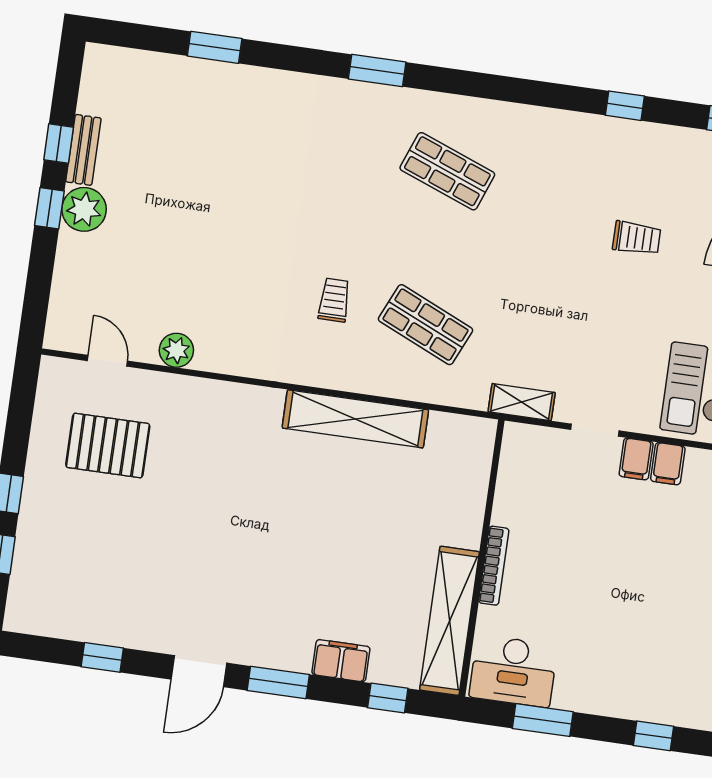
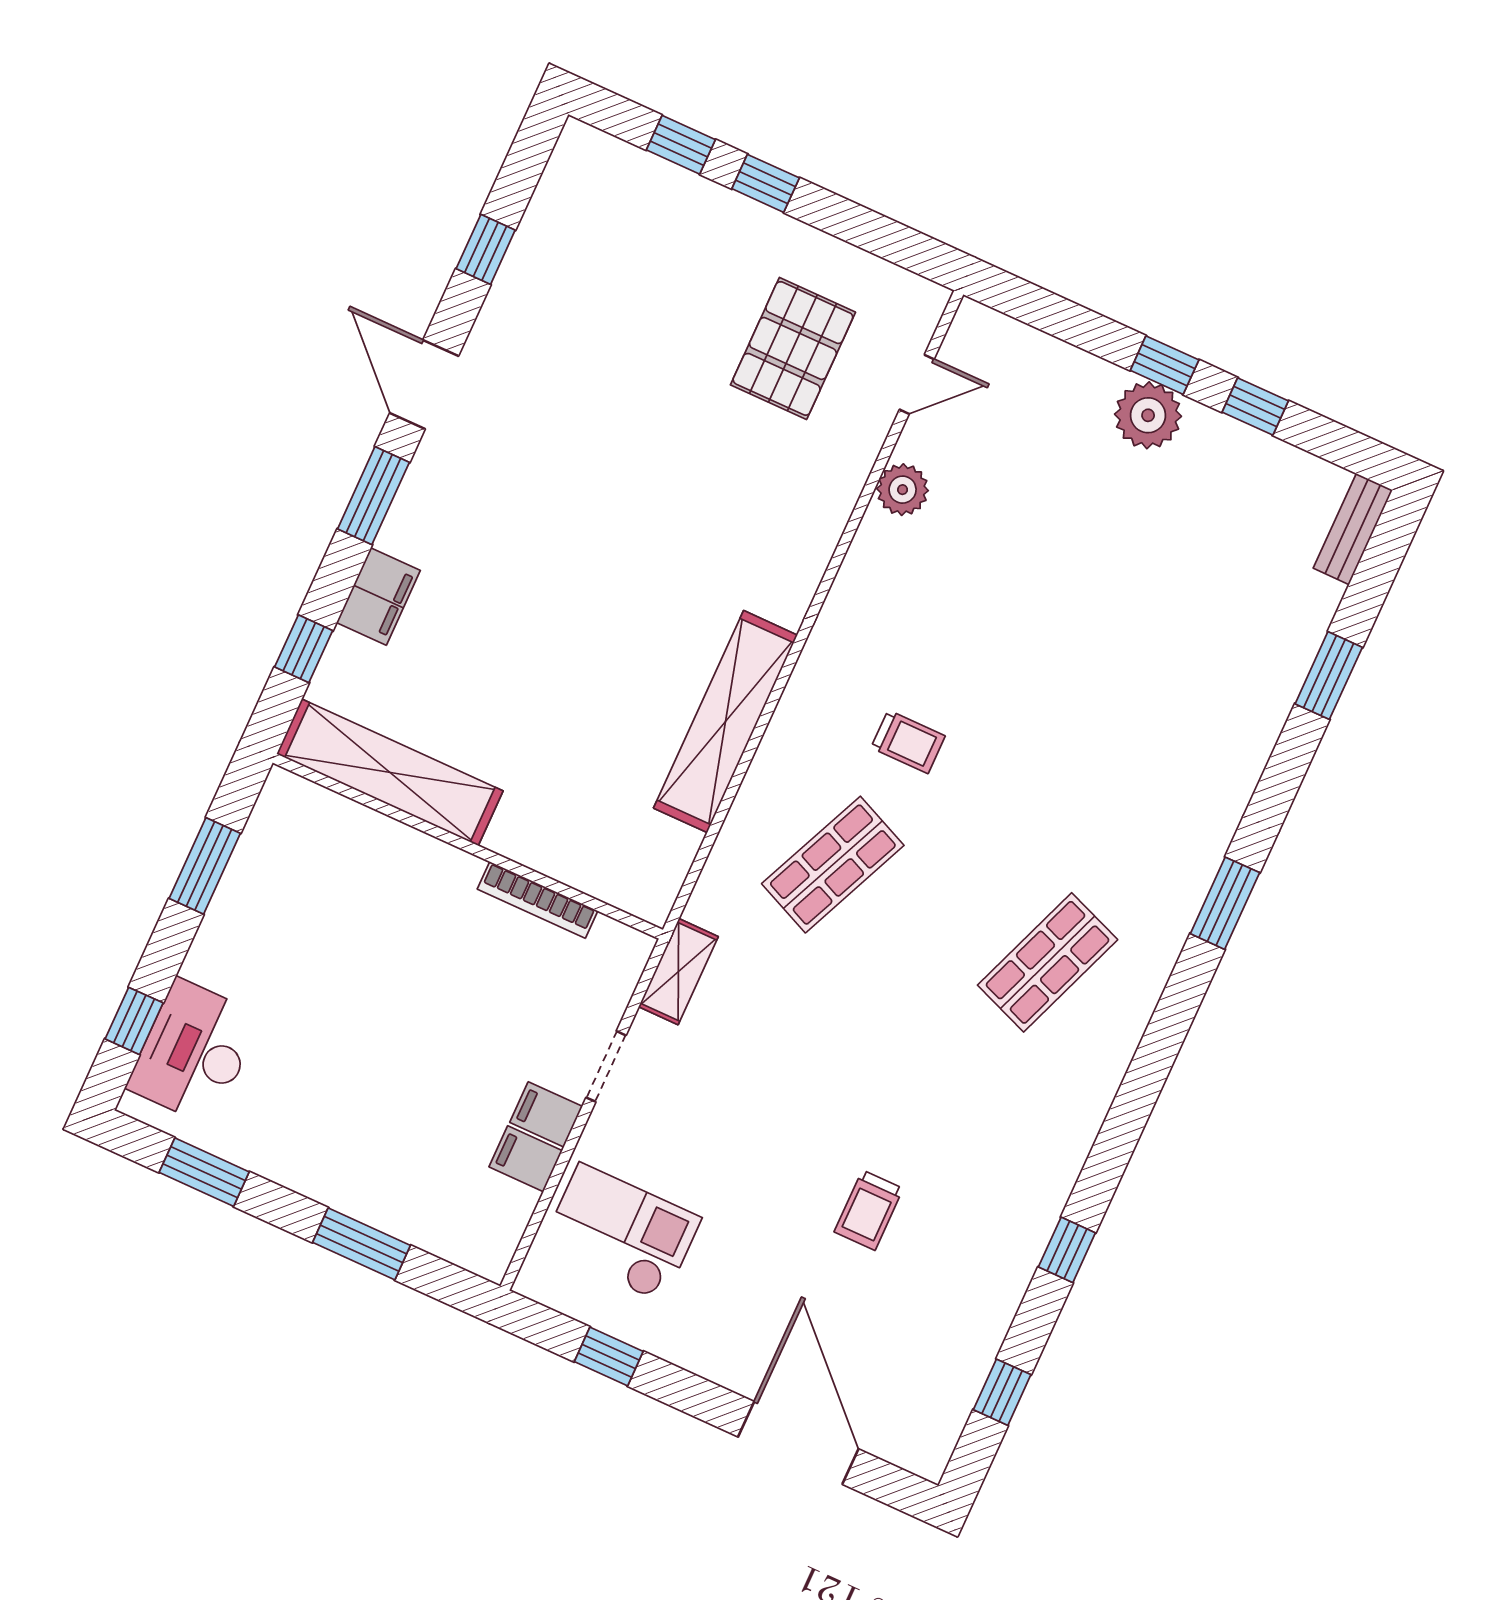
bench: (83, 150) -> (1353, 529), moved, turned 90
bookcase: (494, 566) -> (538, 900), moved
desk: (513, 671) -> (194, 1052), moved

